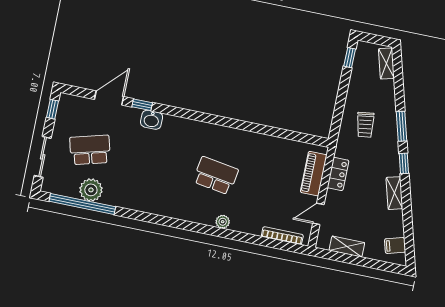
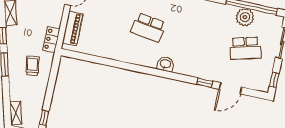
washbasin: (152, 120) -> (165, 64), moved
locker: (338, 174) -> (51, 40), moved

